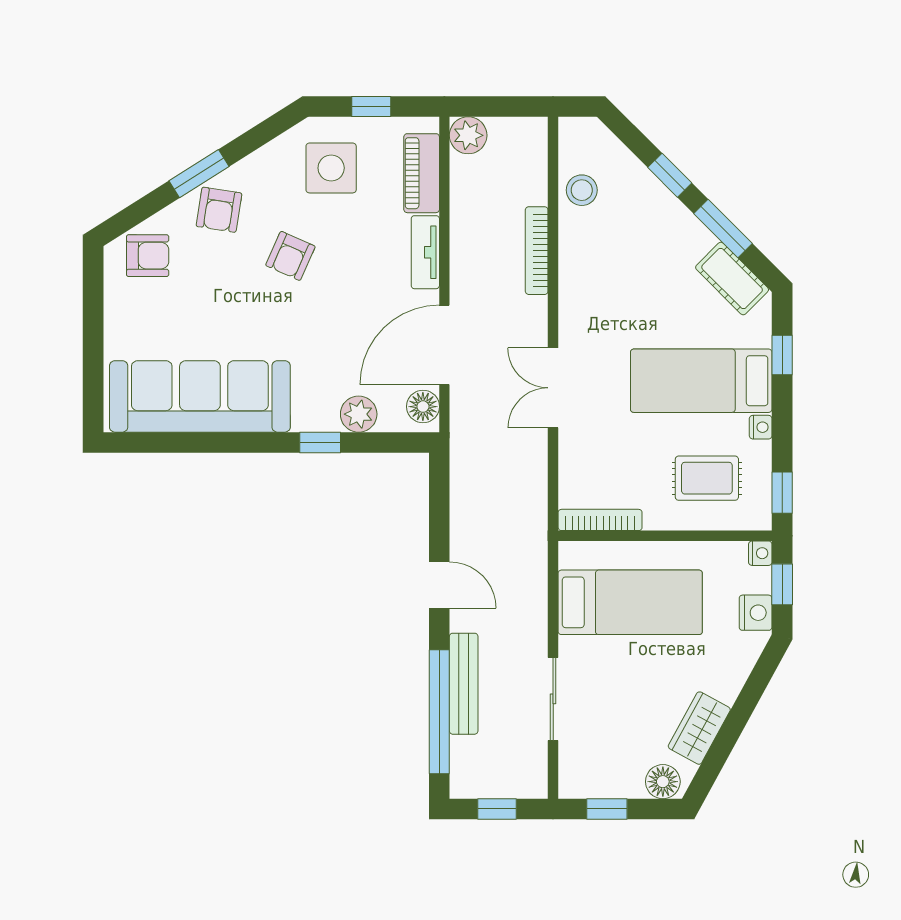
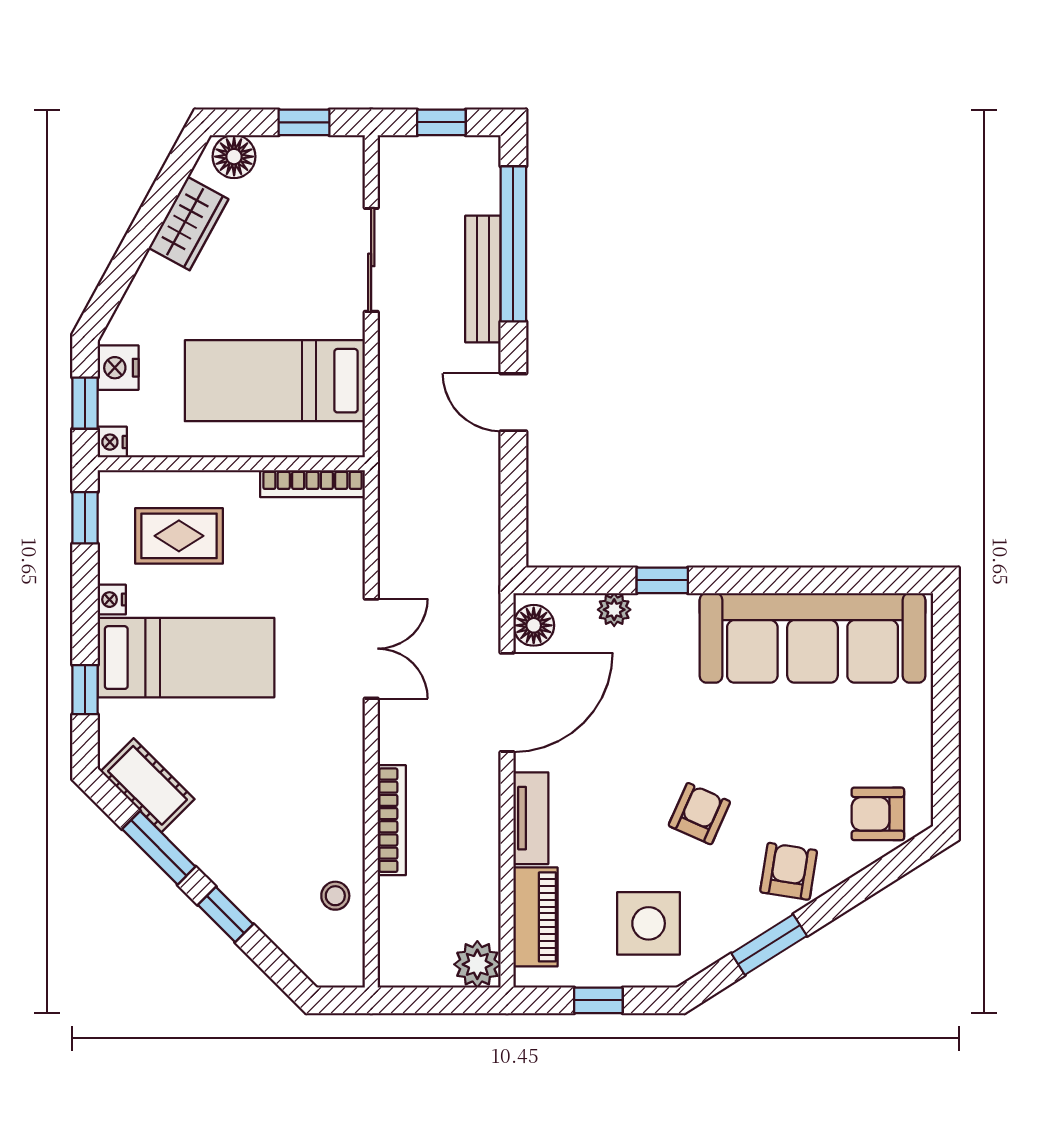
window: (199, 174) -> (769, 945), moved
stool: (582, 190) -> (335, 896), width x0.73, depth x0.73
plant: (359, 414) -> (614, 610), width x0.73, depth x0.73

